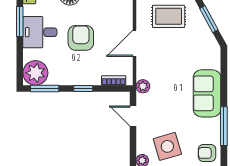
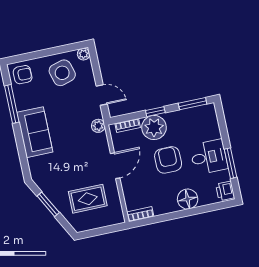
armchair: (81, 38) -> (168, 160), turned 180
plant: (35, 73) -> (154, 127), moved

